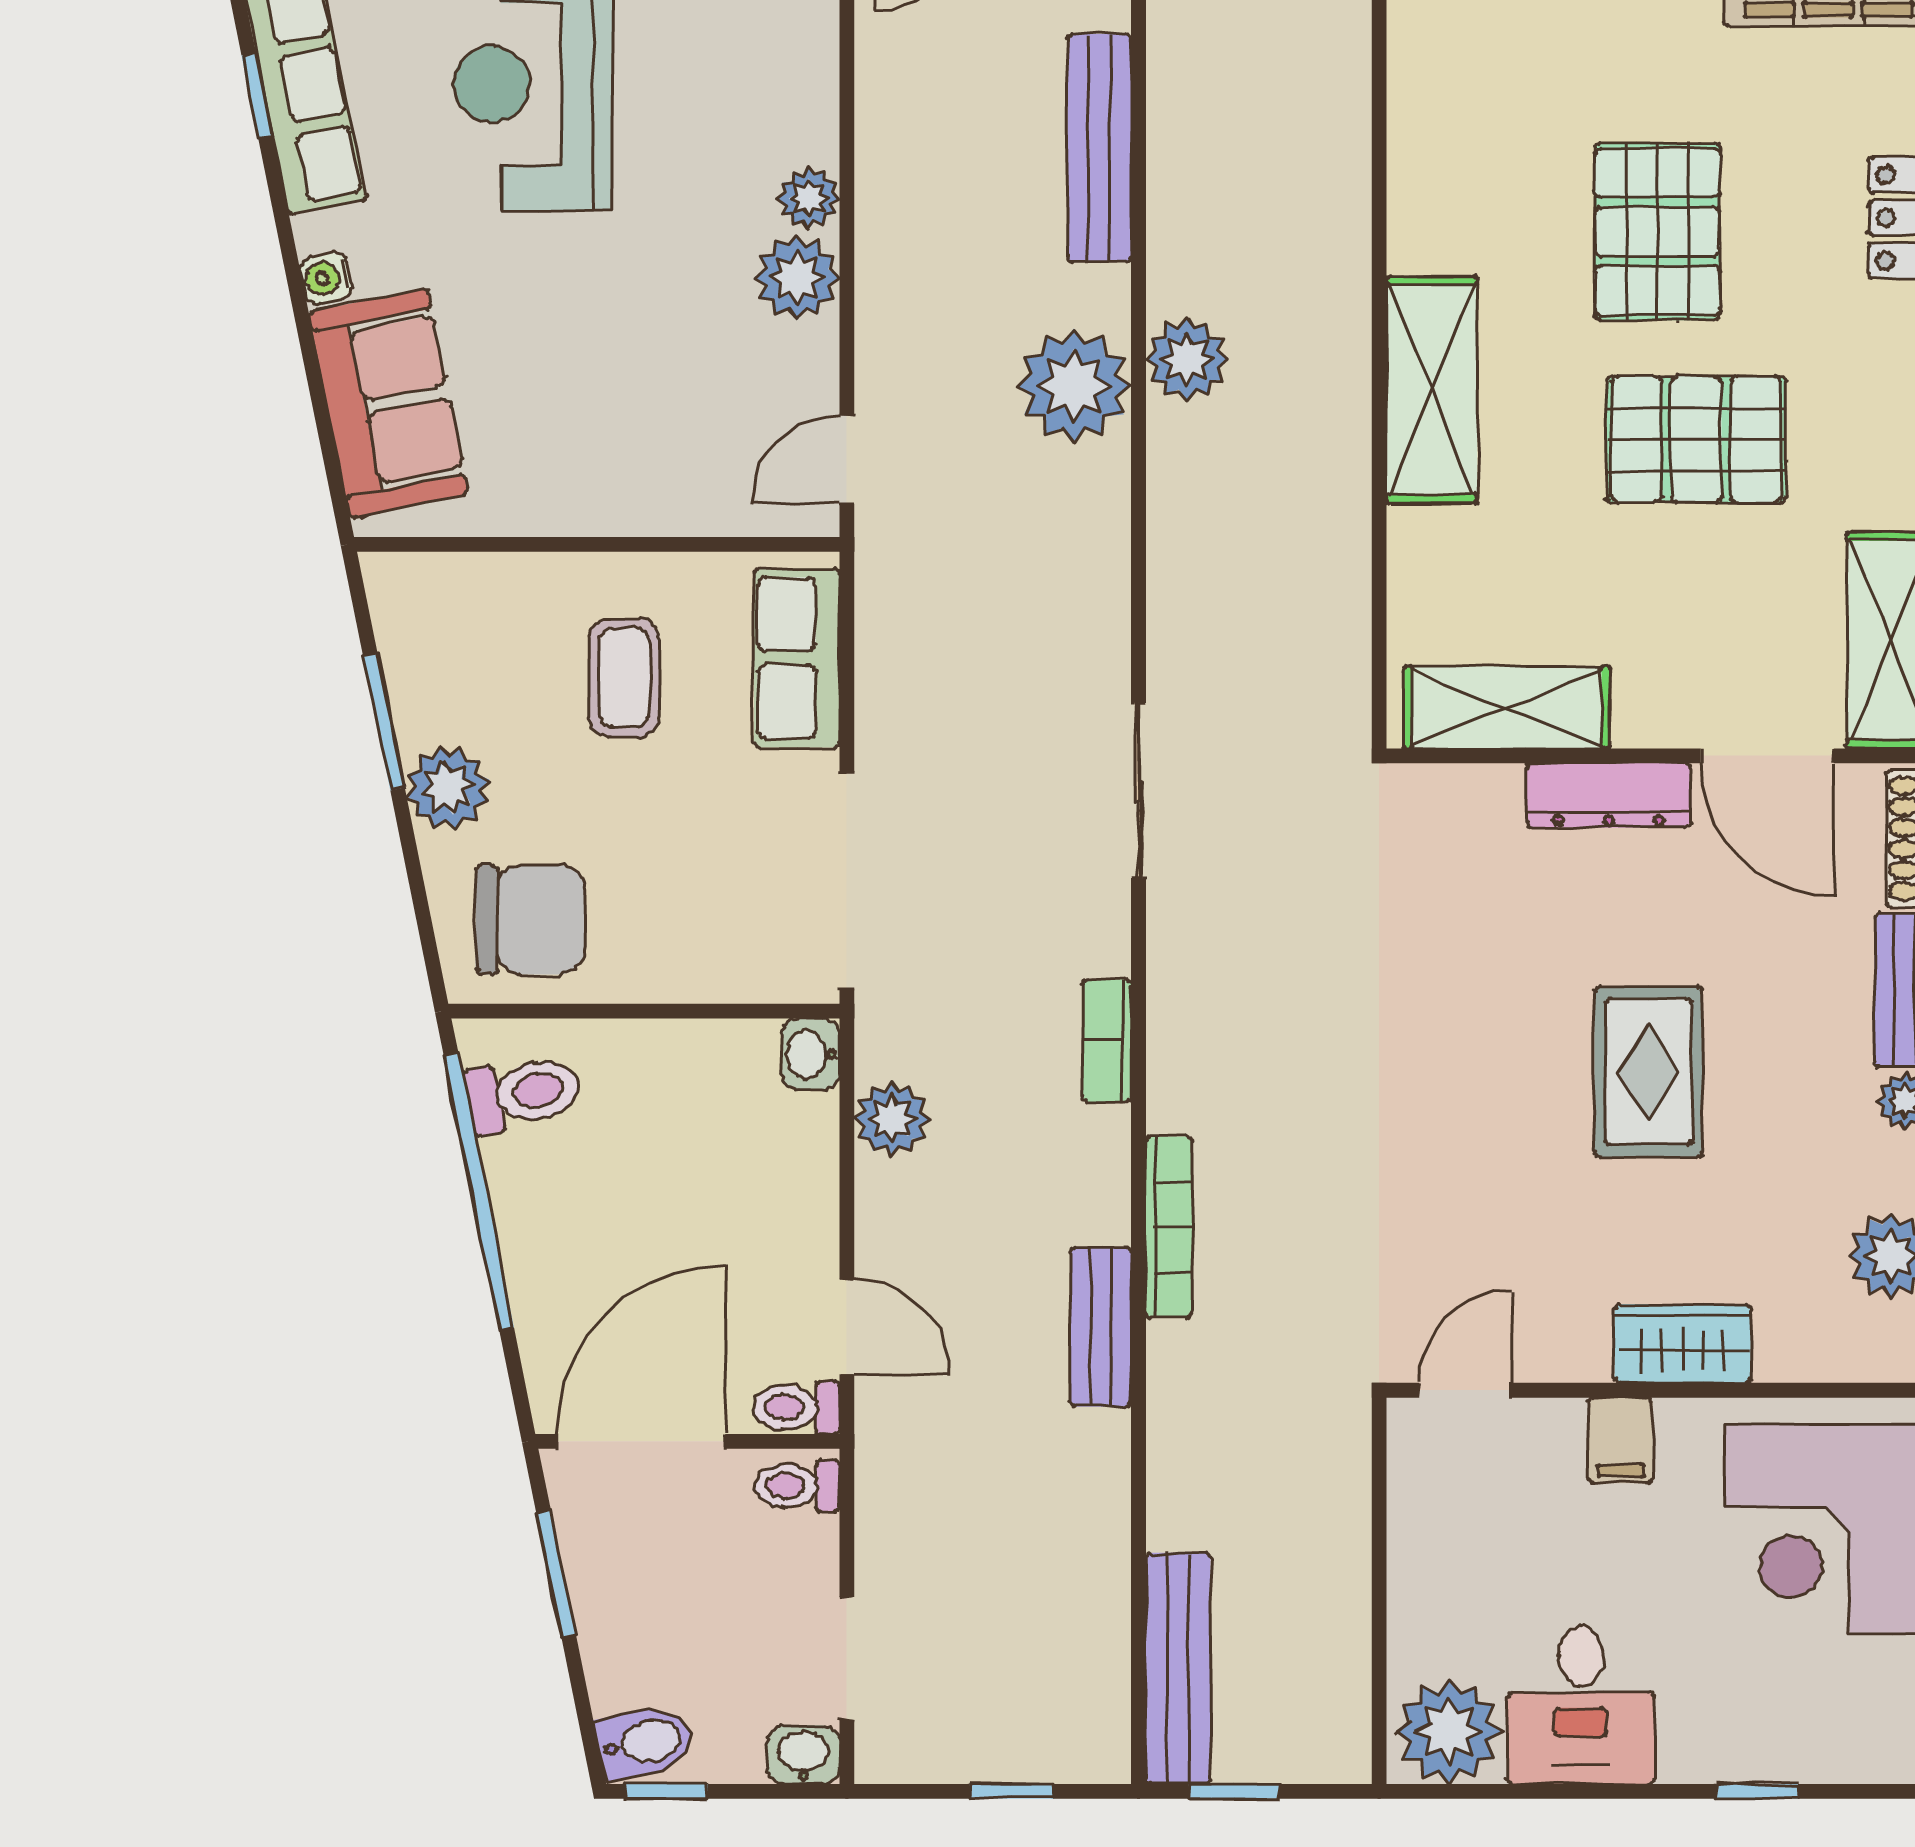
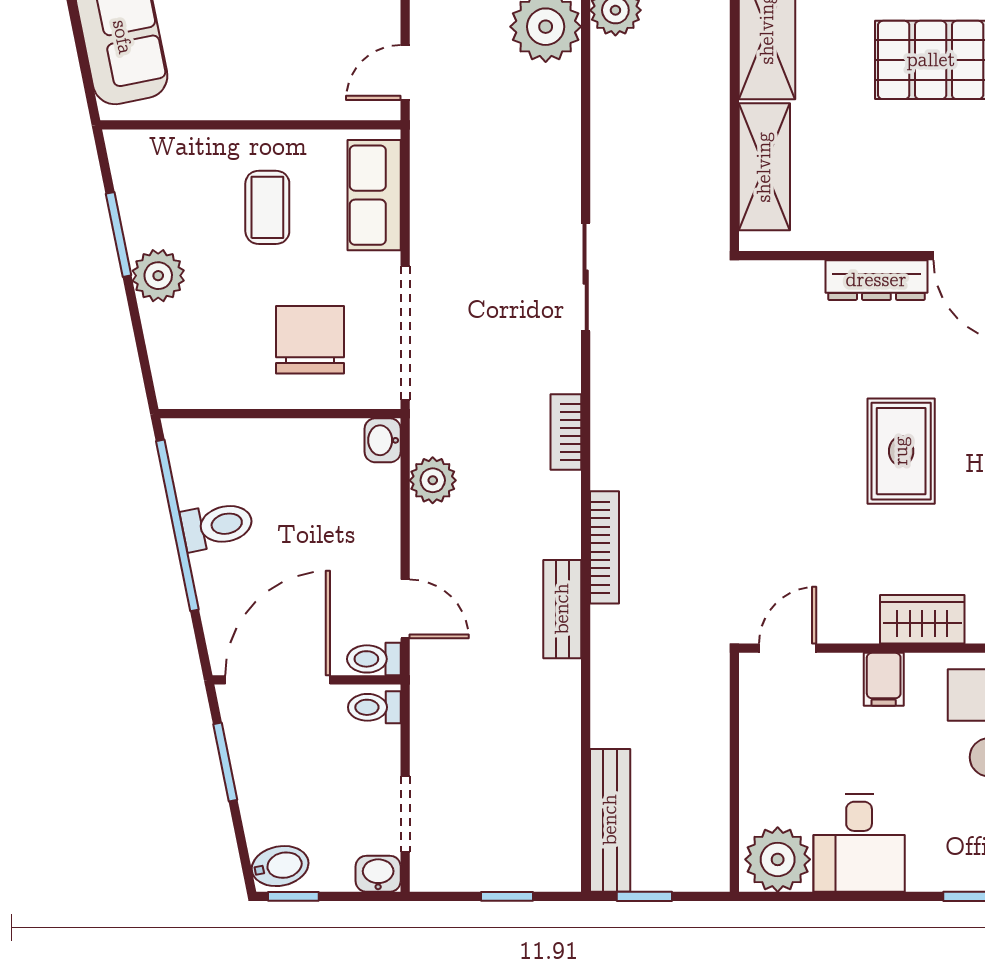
shelving: (1507, 707) -> (764, 167), moved, turned 90
chair: (531, 920) -> (310, 340), moved, turned -90
toilet: (523, 1093) -> (217, 526), moved

